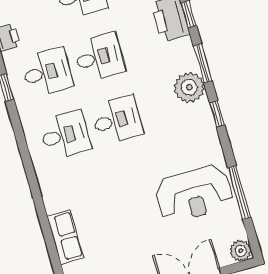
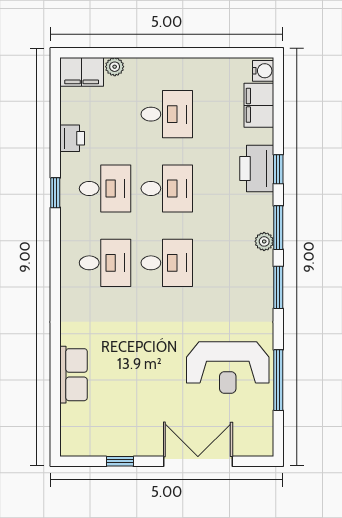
plant: (189, 87) -> (264, 241), width x0.53, depth x0.53
window: (217, 114) -> (278, 287), width x1.50
plant: (241, 251) -> (261, 444), removed

